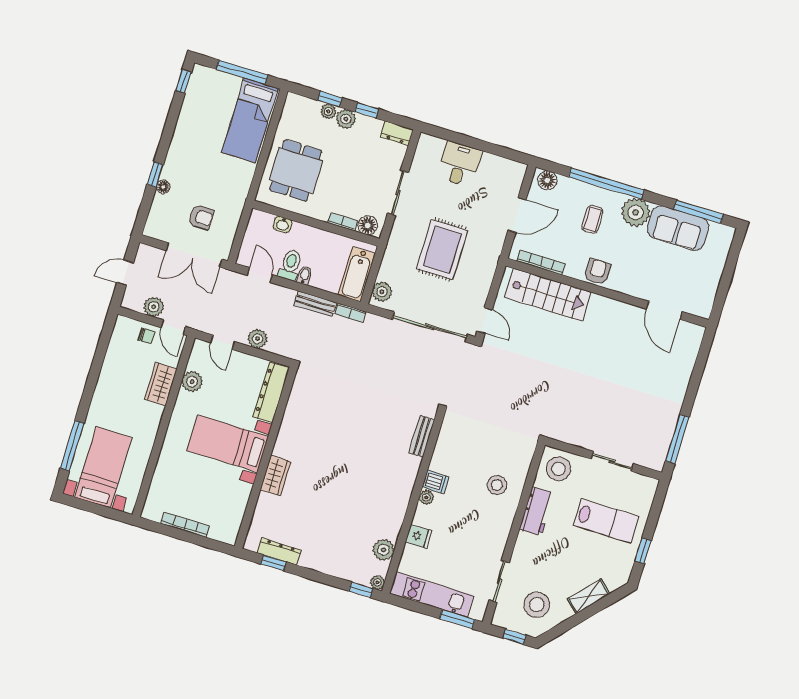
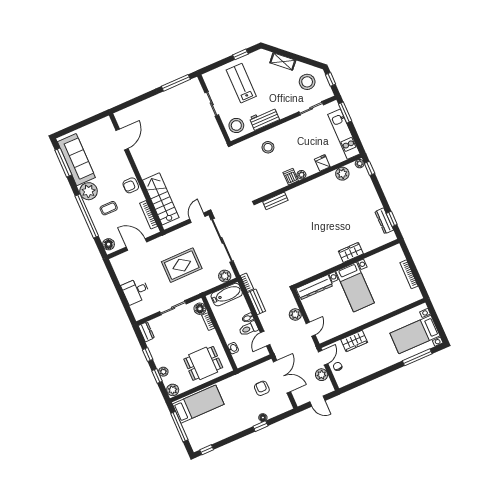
plant: (346, 119) -> (173, 390), moved
sofa: (678, 228) -> (76, 160), width x1.36
plant: (192, 382) -> (341, 328), removed

